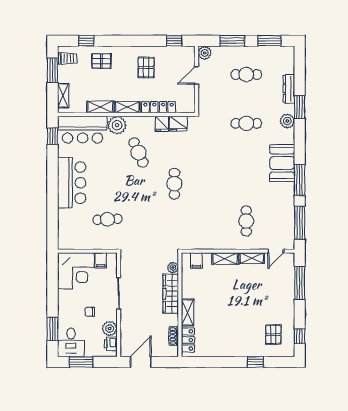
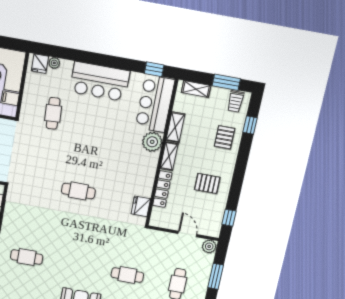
cafe table: (246, 123) -> (127, 275), turned 90
fridge: (162, 124) -> (40, 64), moved, turned -90
cafe table: (138, 153) -> (118, 159), removed
plant: (63, 226) -> (54, 63), added

